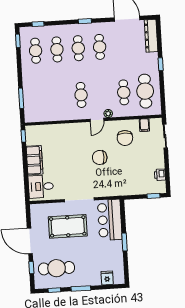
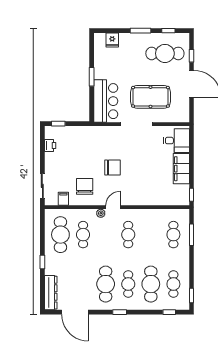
cafe table: (100, 47) -> (106, 284), width x1.37, depth x1.35
cafe table: (57, 49) -> (151, 284), width x1.37, depth x1.35
cafe table: (38, 97) -> (173, 235), added

